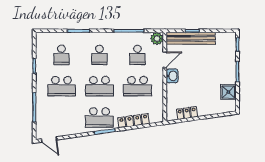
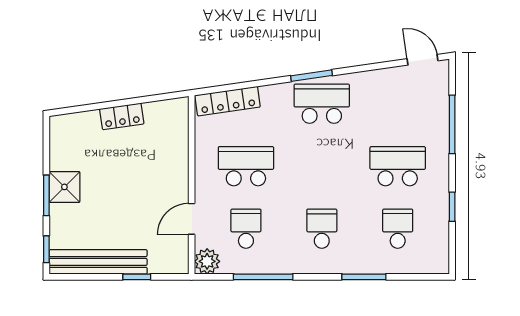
bench: (191, 38) -> (98, 262), moved
washbasin: (172, 76) -> (177, 187), removed
school desk: (99, 86) -> (322, 166), removed
shower: (228, 92) -> (64, 187), moved
locker: (187, 113) -> (122, 116), moved
locker: (134, 121) -> (228, 101), moved

